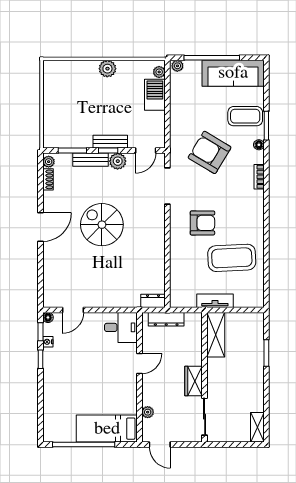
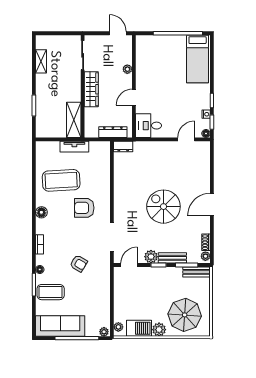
parasol: (75, 87) -> (185, 315), added
barbecue: (155, 95) -> (139, 328), moved, turned -90
bench: (110, 142) -> (197, 272), moved
armchair: (210, 152) -> (79, 263), width x0.53, depth x0.53
floor lamp: (257, 217) -> (41, 212), added
spiral stairs: (102, 225) -> (163, 207), turned 180
wardrobe: (194, 381) -> (91, 89), width x1.50
plant: (148, 412) -> (127, 69), moved
shelving: (257, 427) -> (41, 61), moved
bed: (107, 429) -> (198, 59), moved, turned 90

